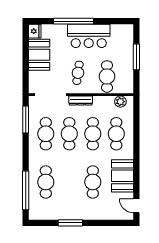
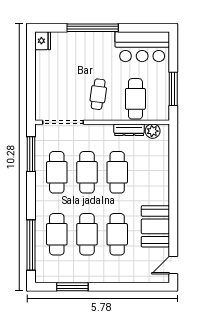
bar counter: (89, 36) -> (142, 47), moved
booth: (39, 55) -> (48, 71), removed
window: (136, 57) -> (173, 89), moved
dresser: (81, 100) -> (129, 130), moved
cafe table: (116, 134) -> (87, 234), moved
door: (136, 206) -> (173, 265), hinge flipped
window: (70, 223) -> (72, 287), moved

